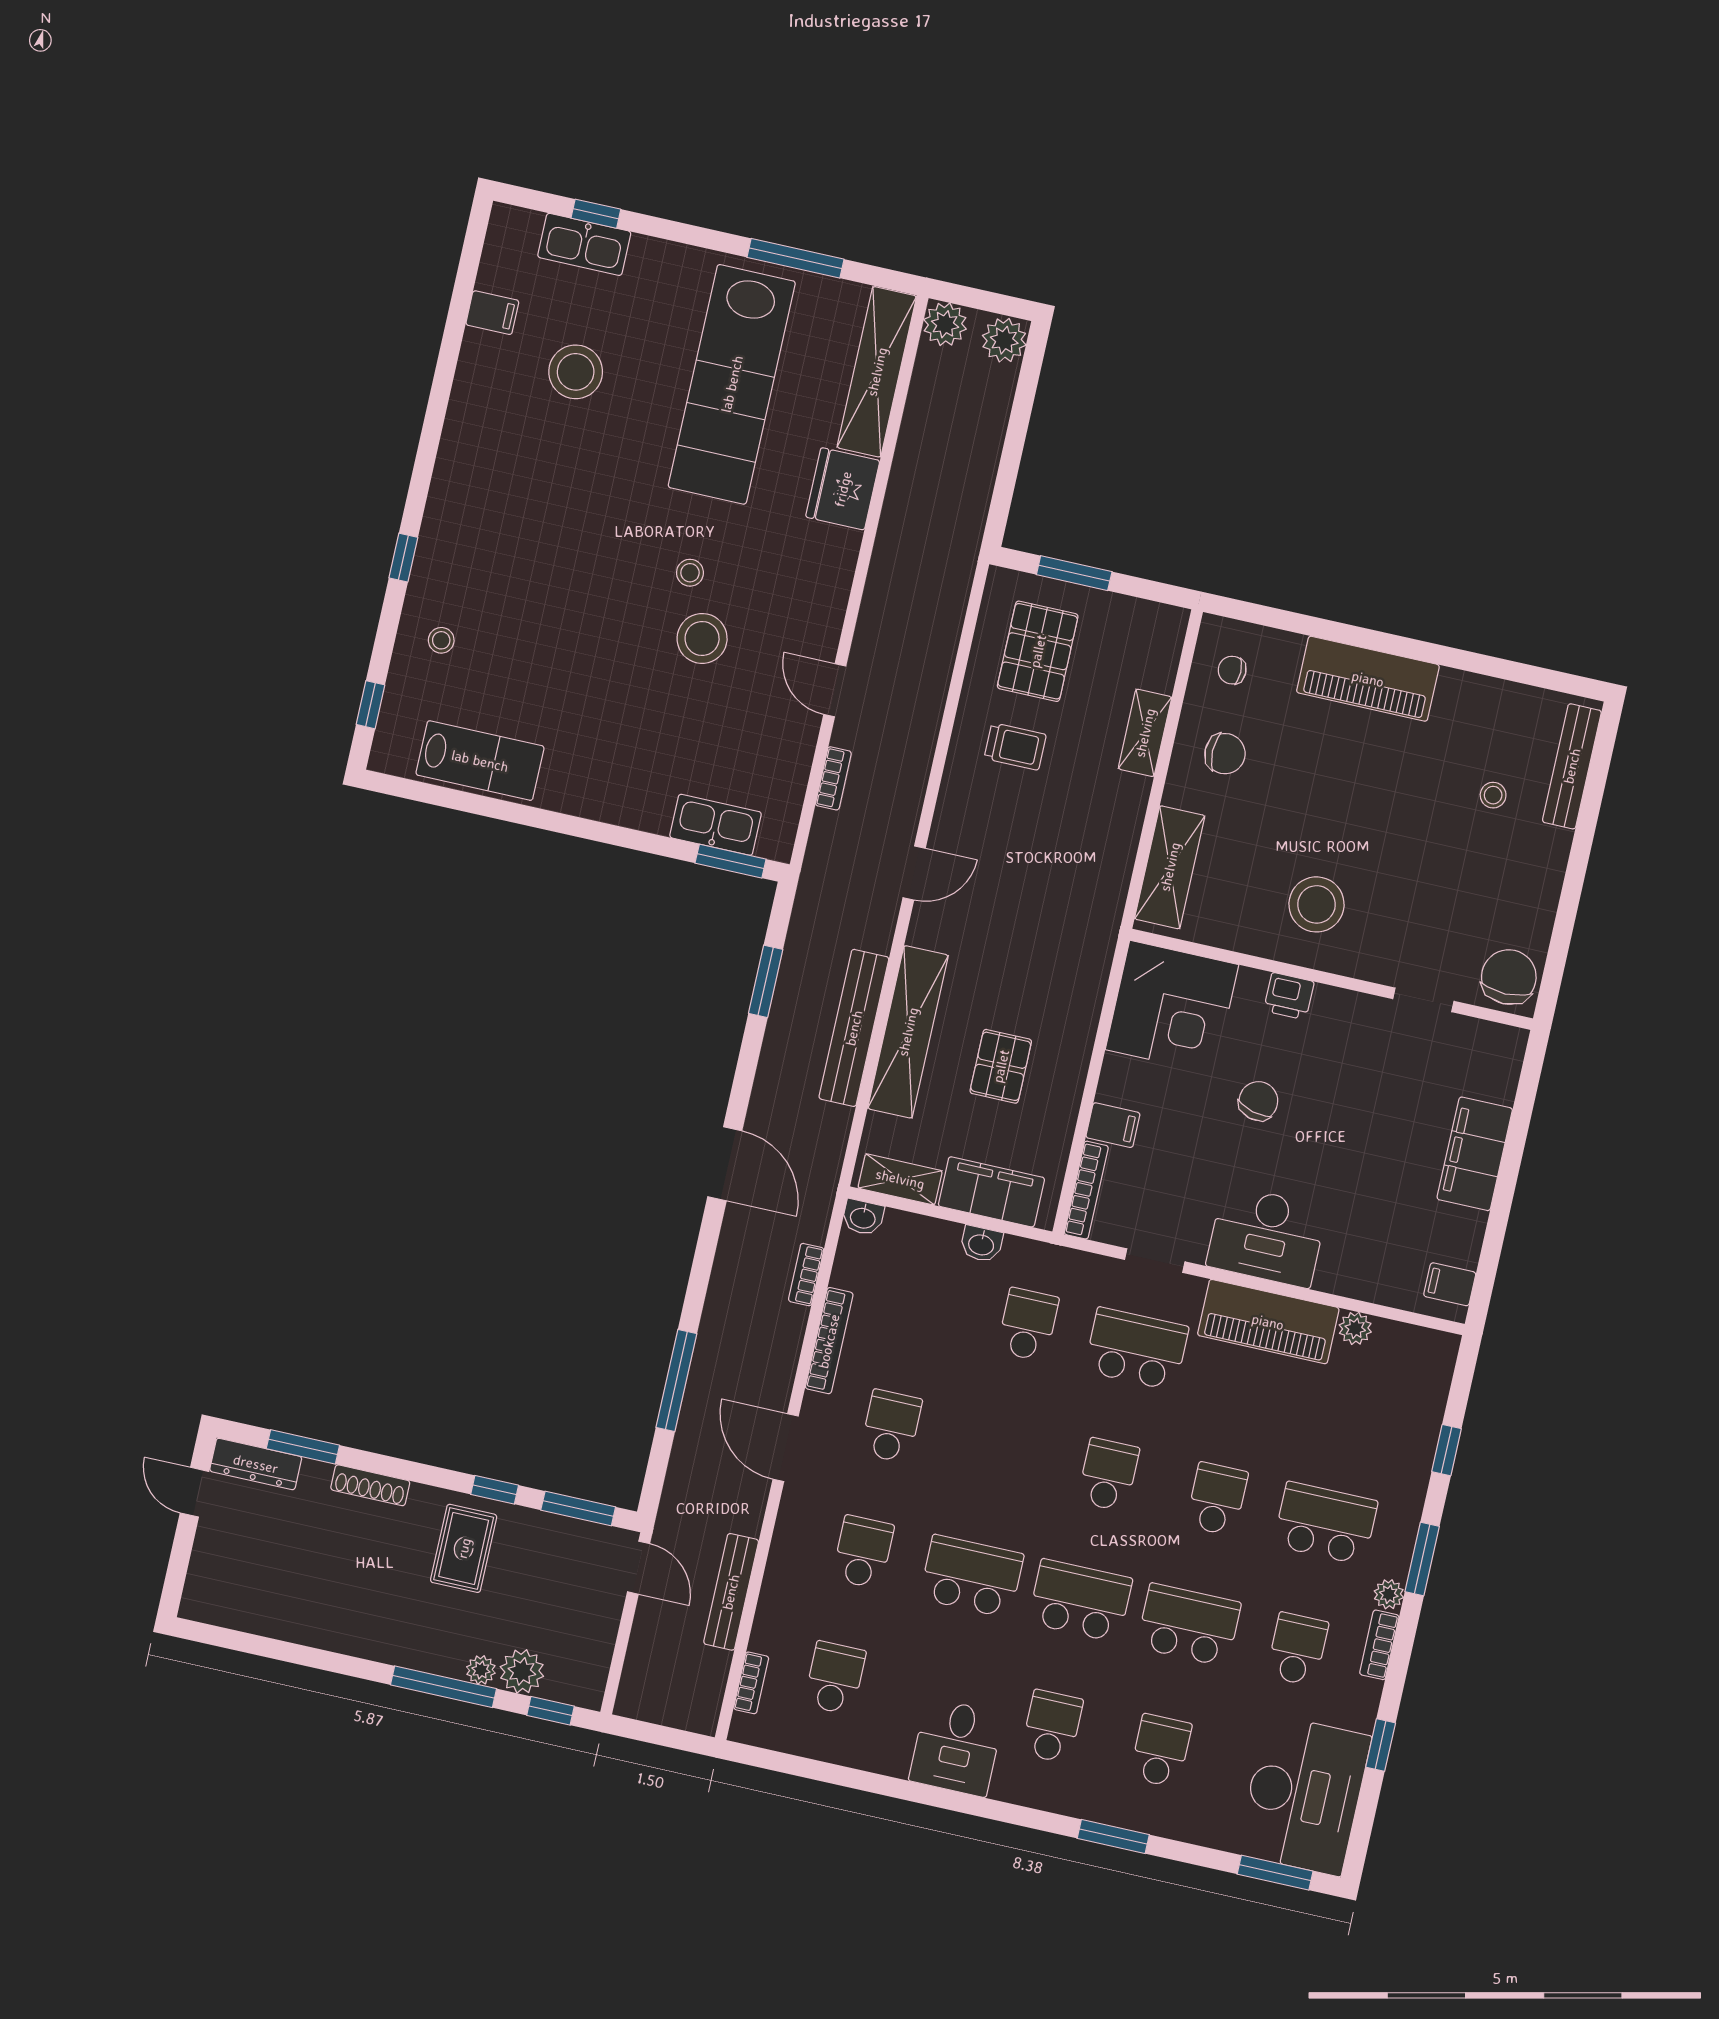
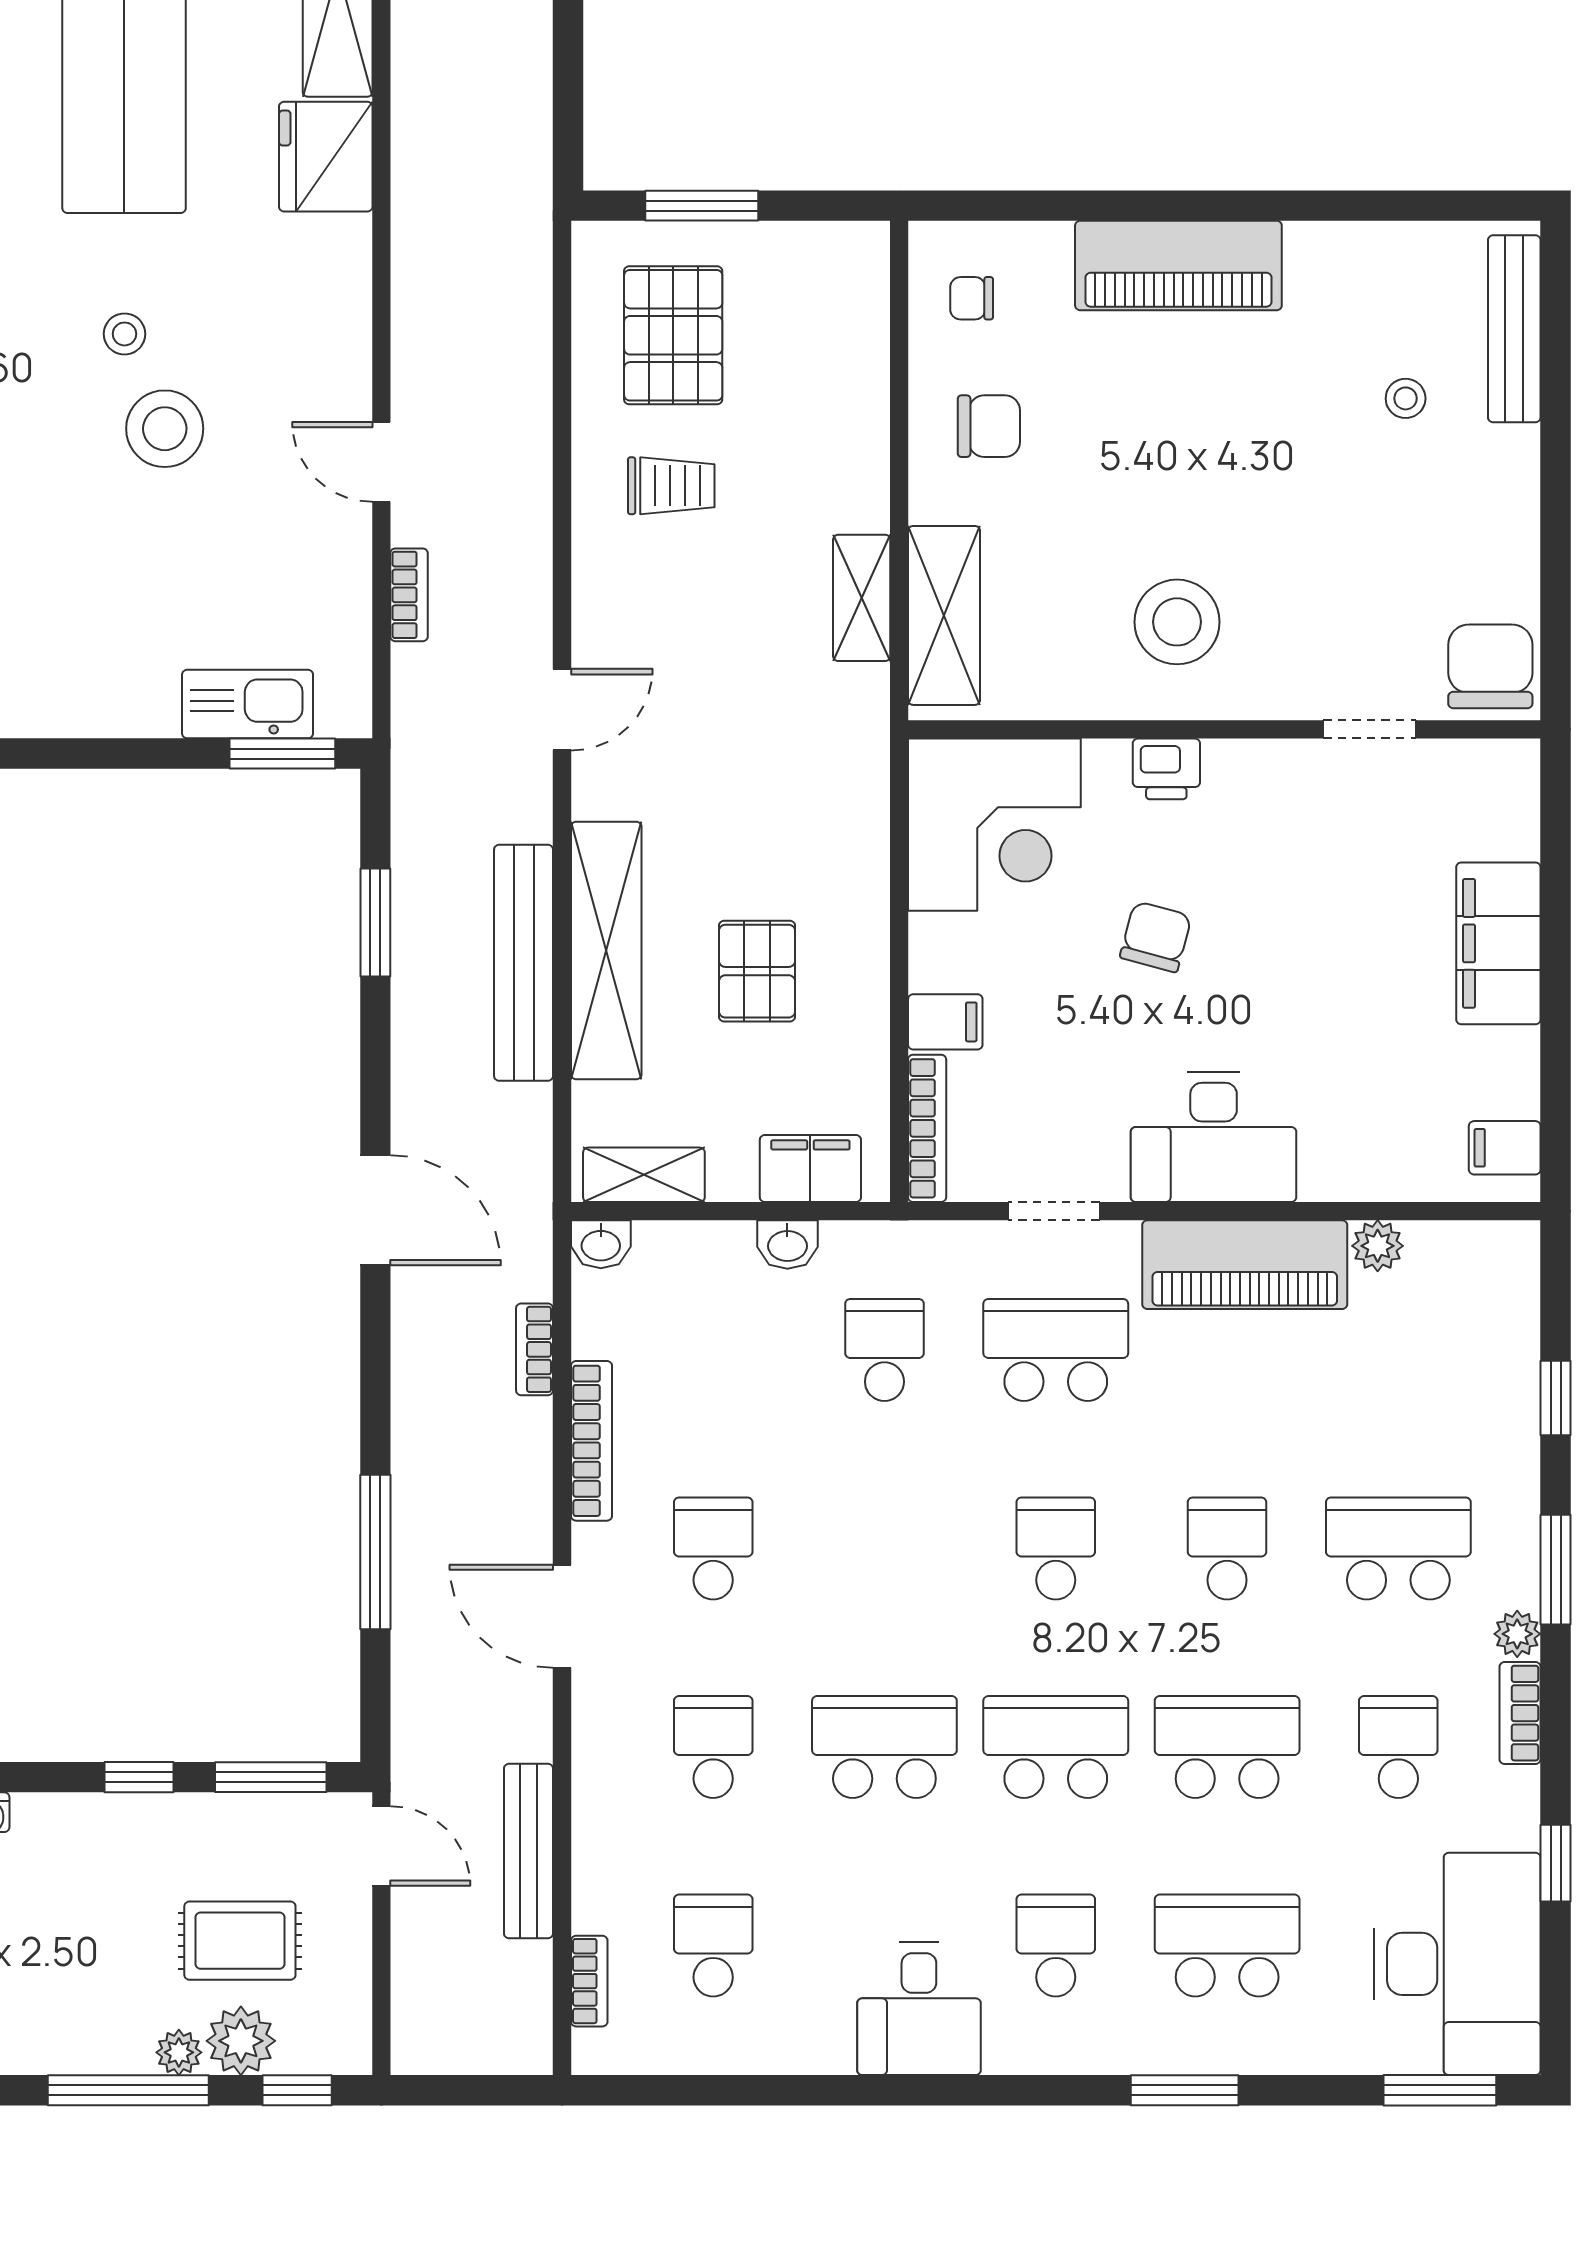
shelving: (1145, 733) -> (862, 598), moved
filing cabinet: (991, 1192) -> (810, 1168), width x0.67, depth x0.86
rug: (464, 1548) -> (240, 1941), moved, turned 90
school desk: (1161, 1751) -> (1227, 1945), width x1.85

